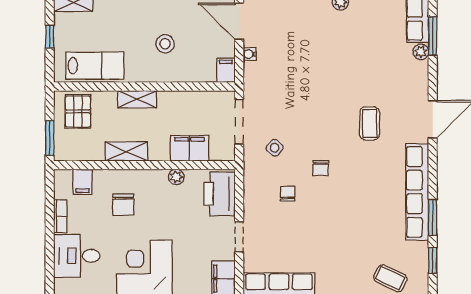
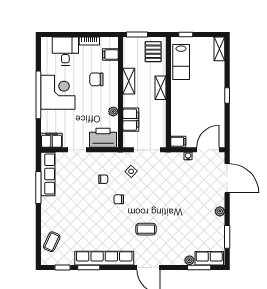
window: (50, 37) -> (186, 35), moved
stool: (165, 44) -> (194, 105), removed
pallet: (78, 111) -> (153, 52), turned 90

